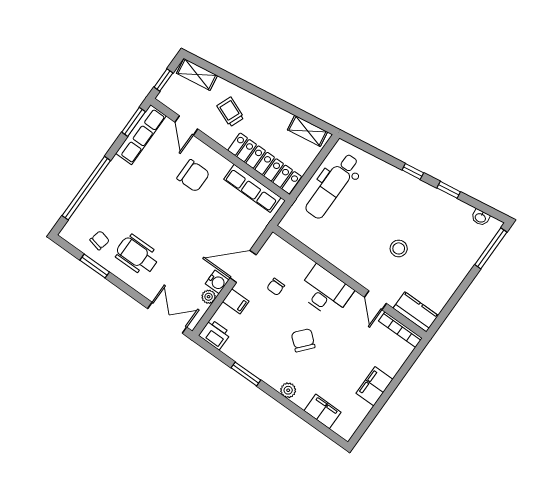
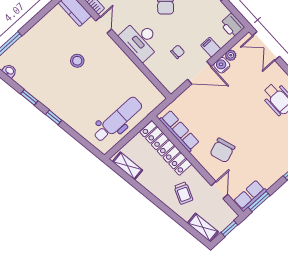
row of seats: (141, 135) -> (250, 196), width x0.68
chair: (193, 176) -> (222, 150), turned -109

